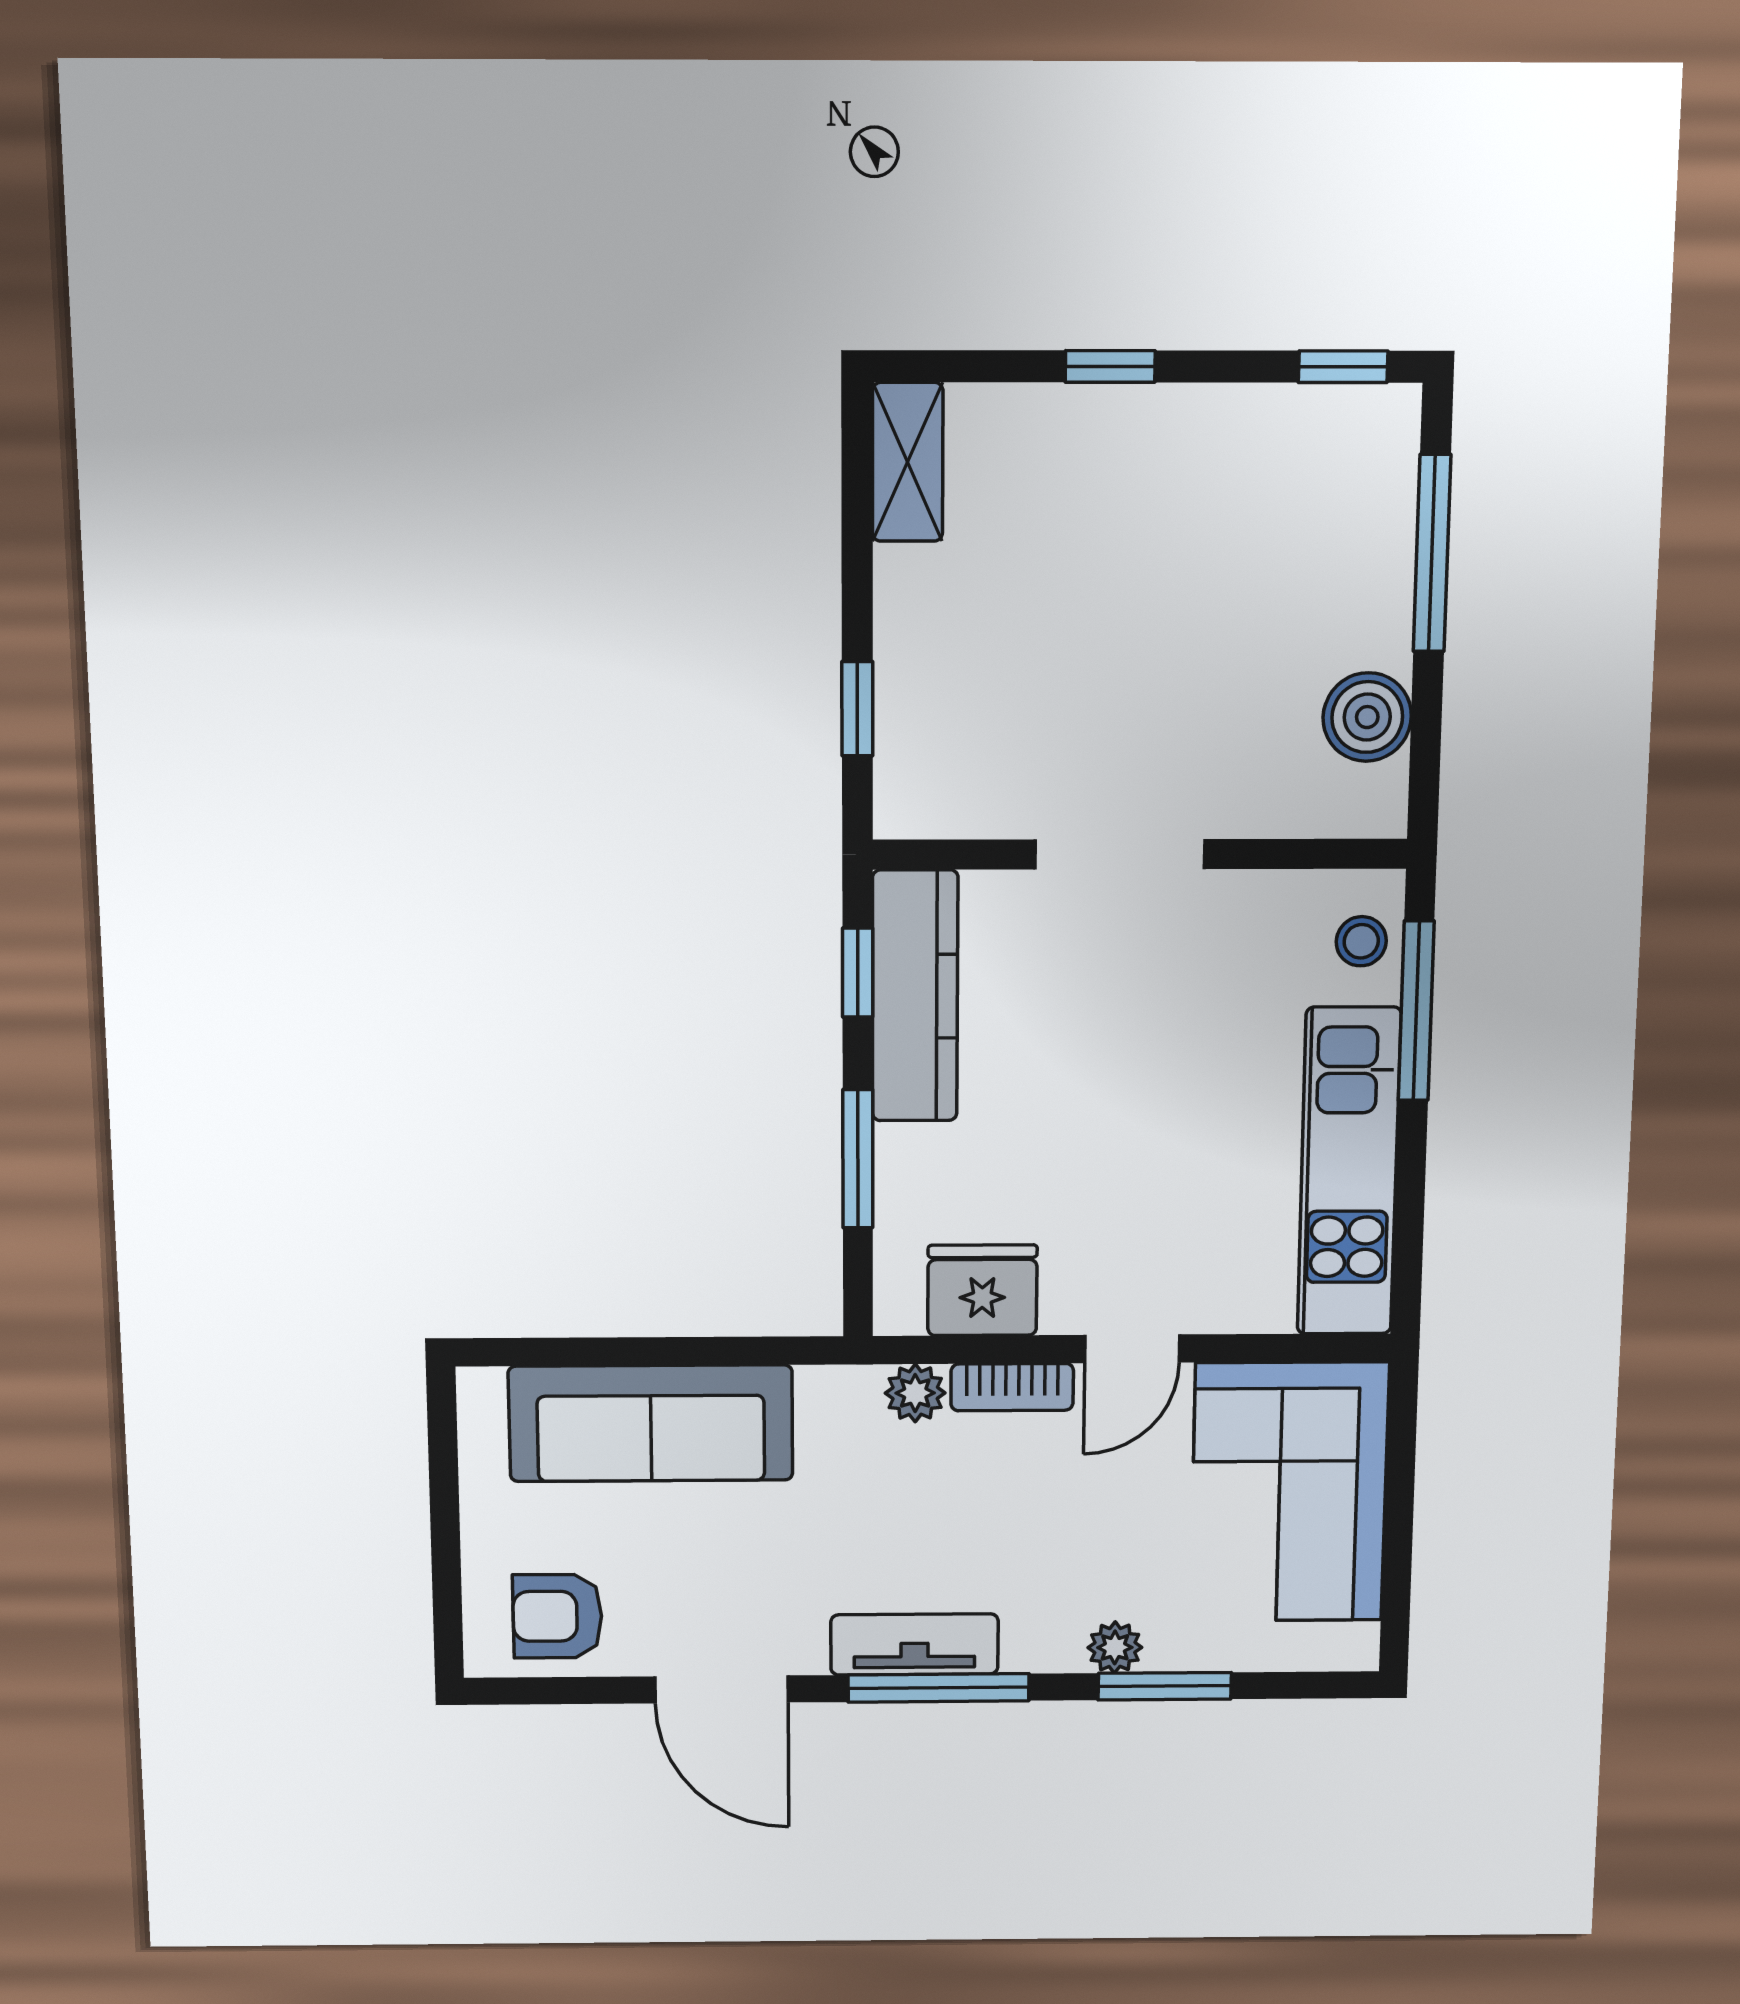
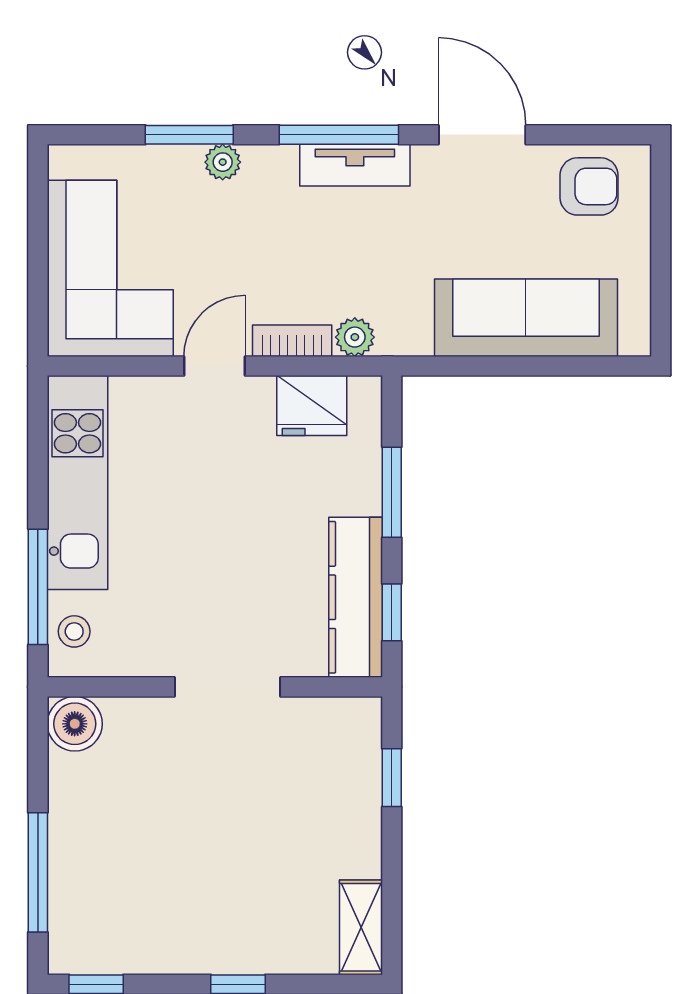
boiler: (1367, 717) -> (75, 724), moved

